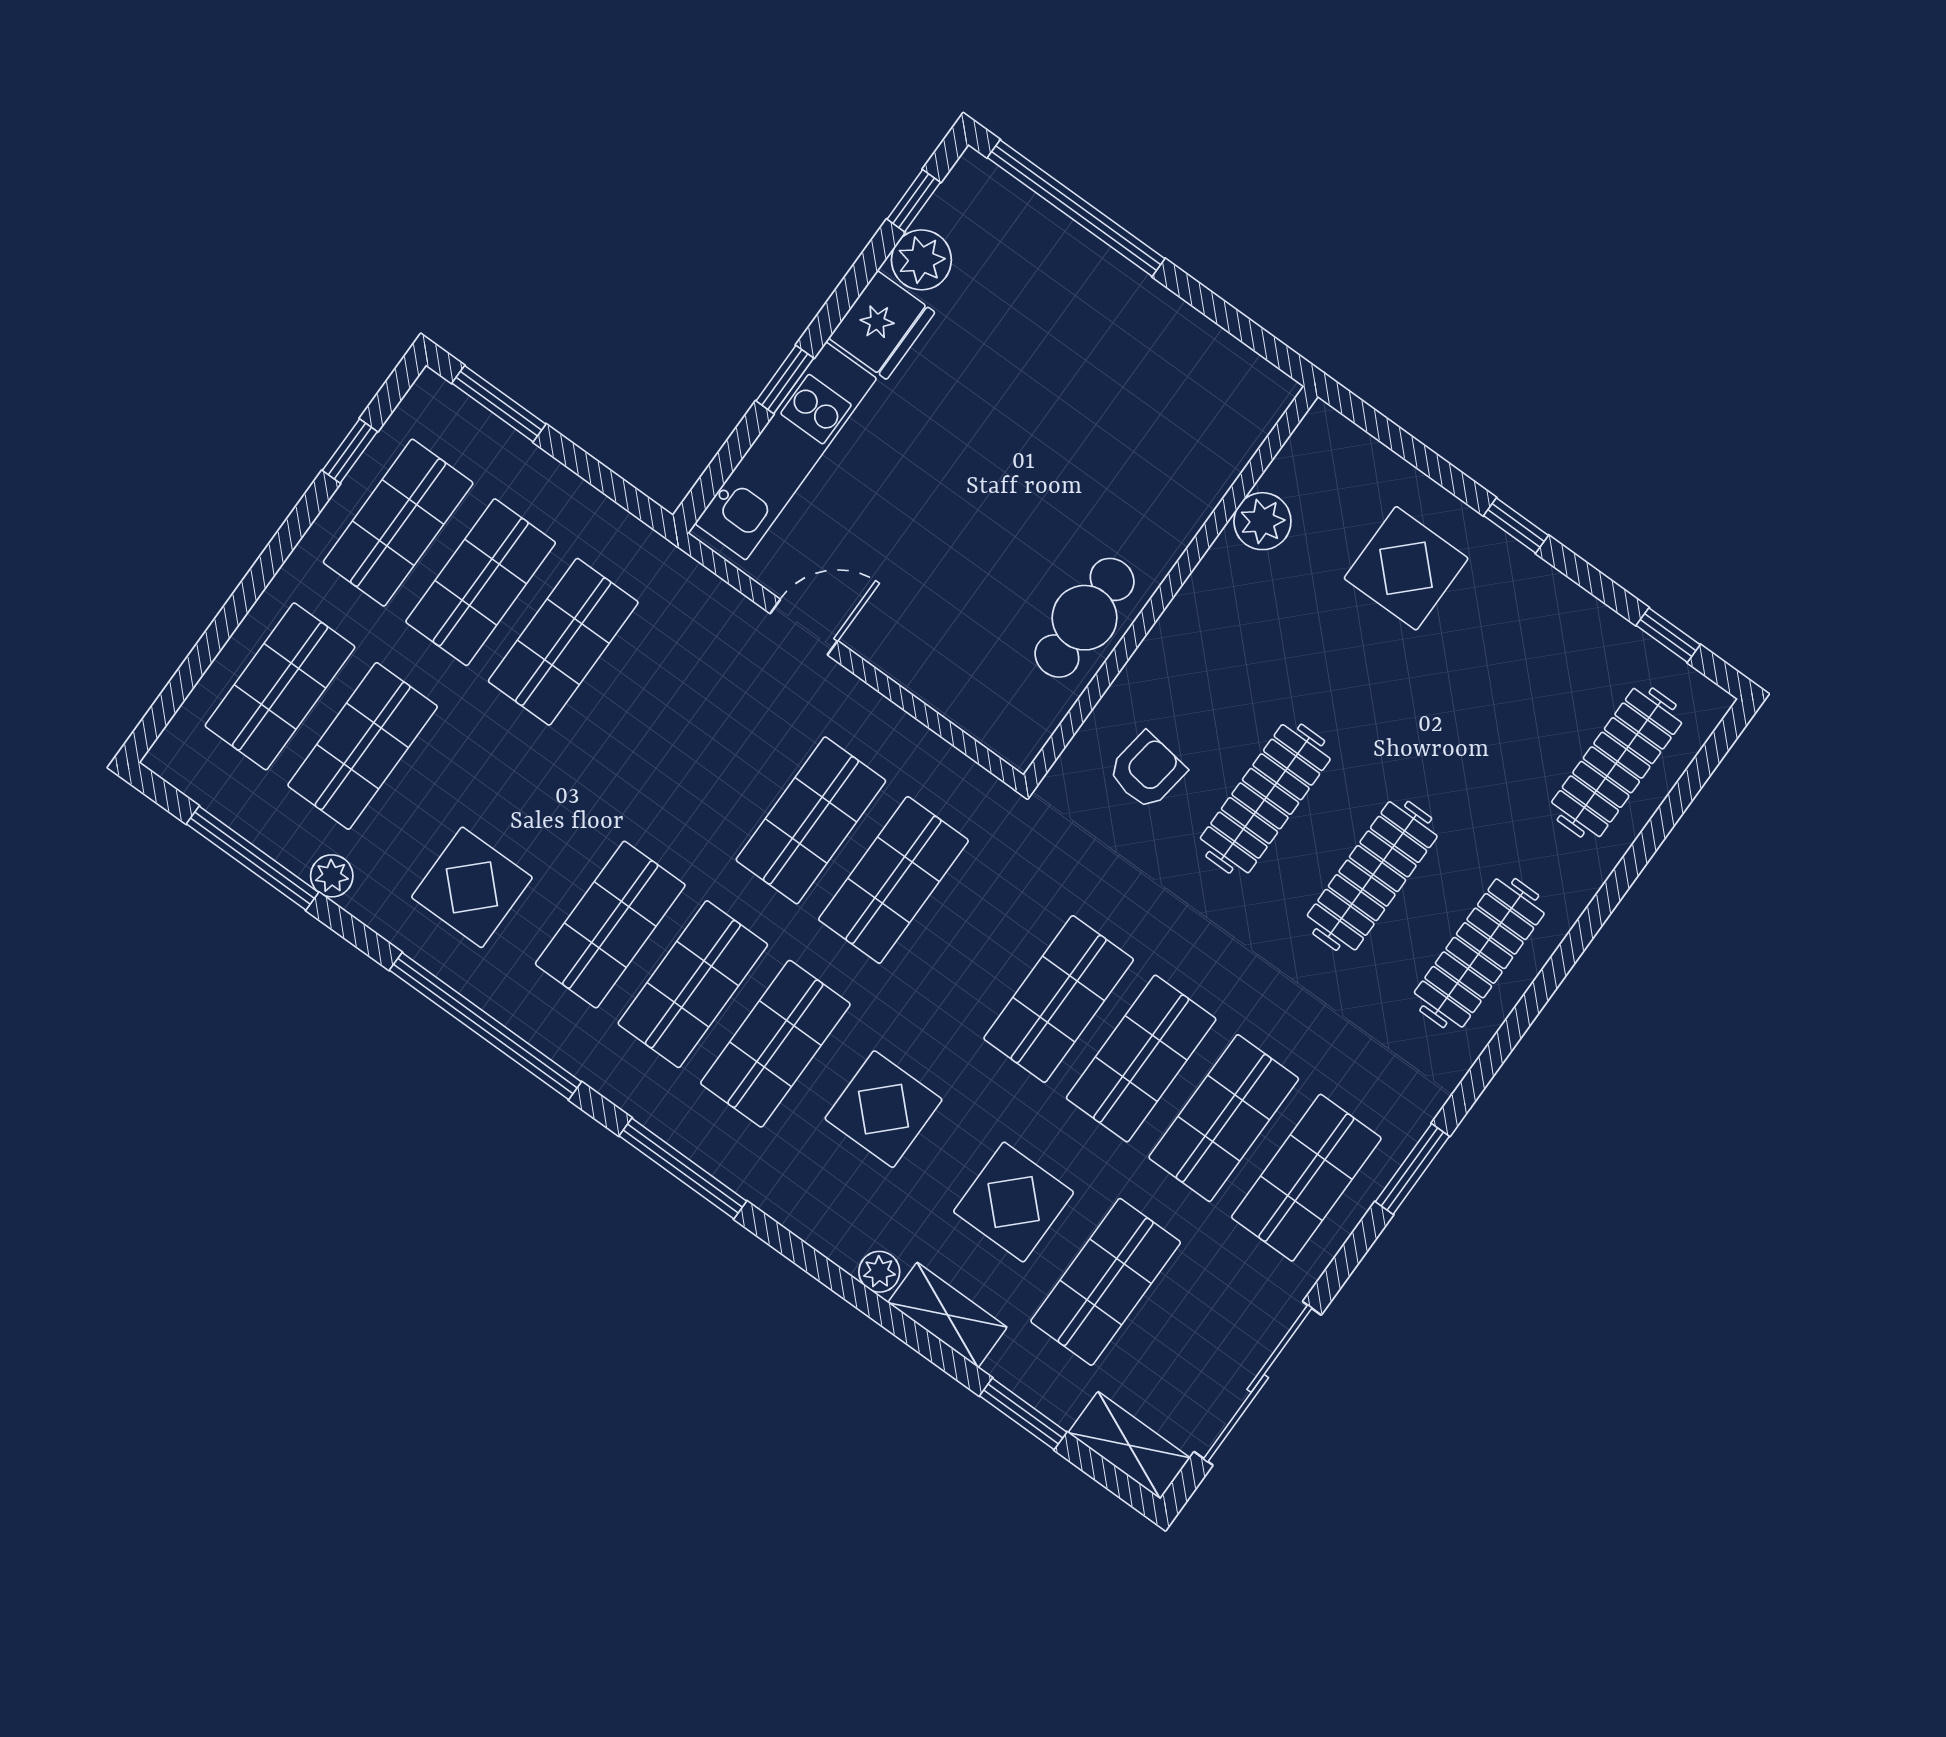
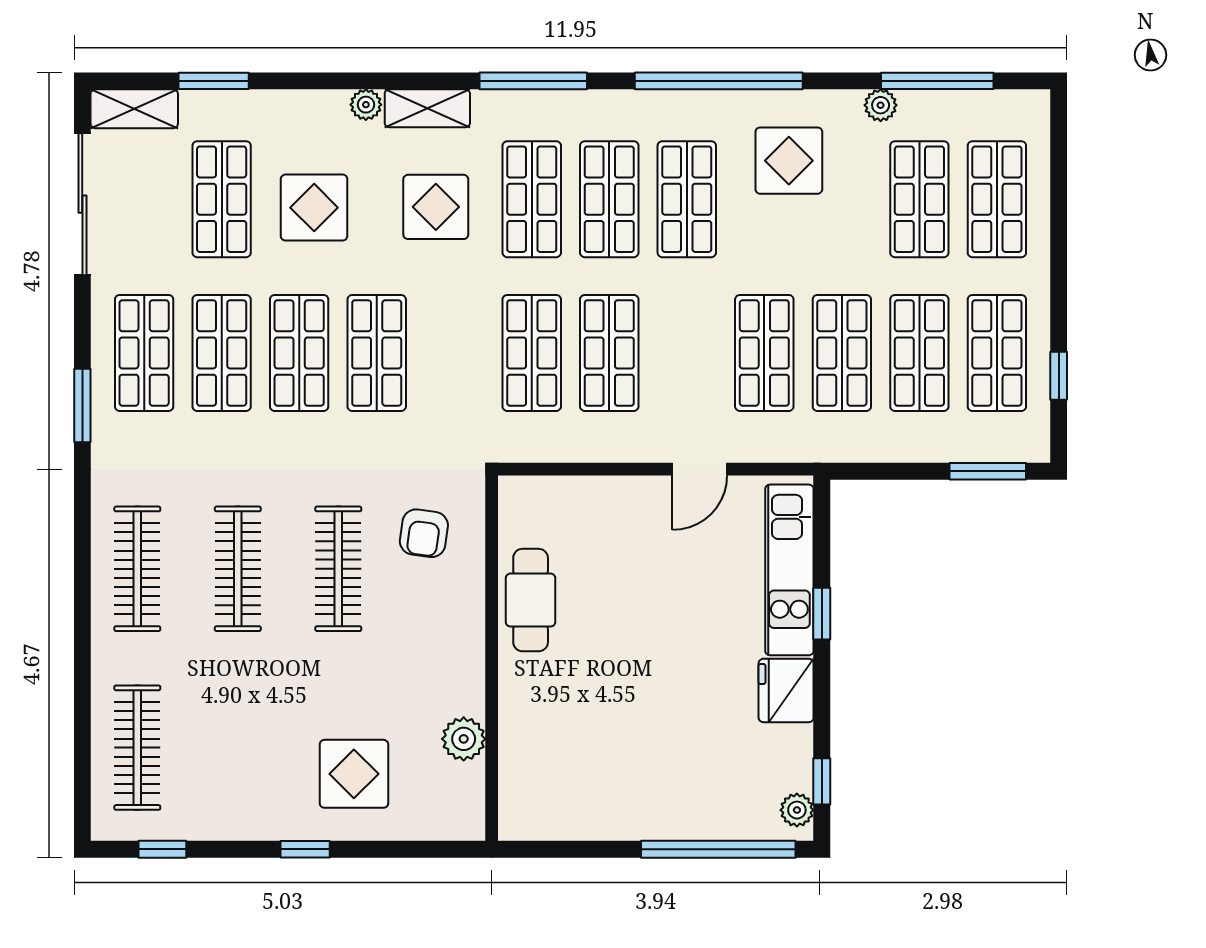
plant: (921, 260) -> (797, 810), moved, width x0.73, depth x0.73
shop shelf: (646, 701) -> (764, 353), added
shelving: (947, 1315) -> (427, 108), moved

